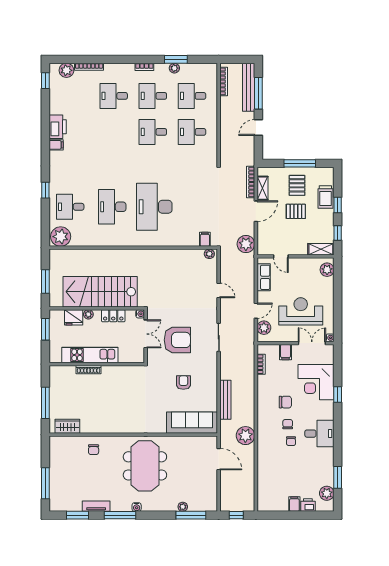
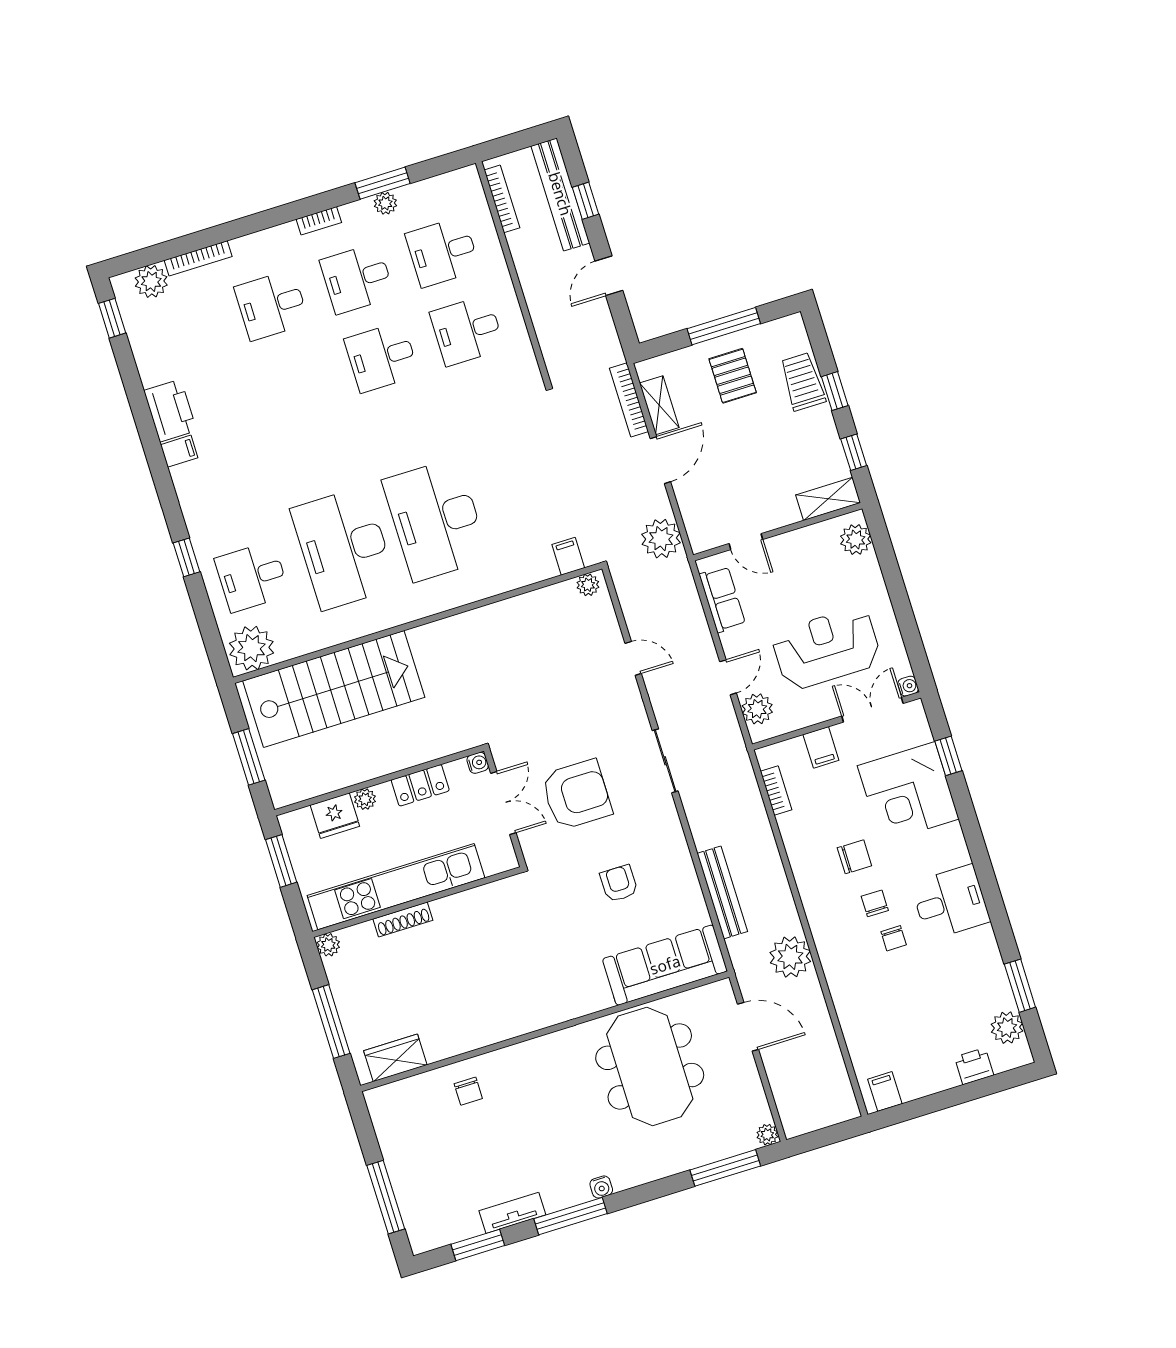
window: (258, 93) -> (586, 201), width x0.46
trolley: (325, 197) -> (803, 382), turned 180
desk: (112, 207) -> (344, 548), width x1.36, depth x1.30
pallet: (296, 211) -> (748, 433), removed
stairs: (100, 292) -> (334, 689), moved, turned 180
kitchen unit: (90, 355) -> (396, 887), width x1.36
plant: (54, 370) -> (328, 945), added
window: (338, 395) -> (948, 756), moved
meeting table: (145, 466) -> (650, 1066), moved
filing cabinet: (294, 504) -> (885, 1091), moved
plant: (183, 507) -> (767, 1135), moved
window: (236, 515) -> (824, 1137), removed

